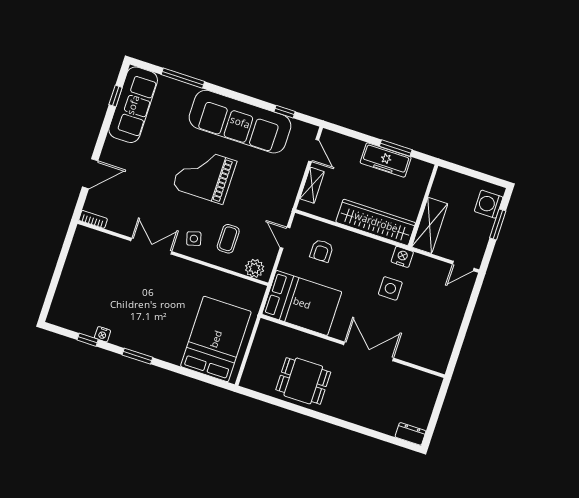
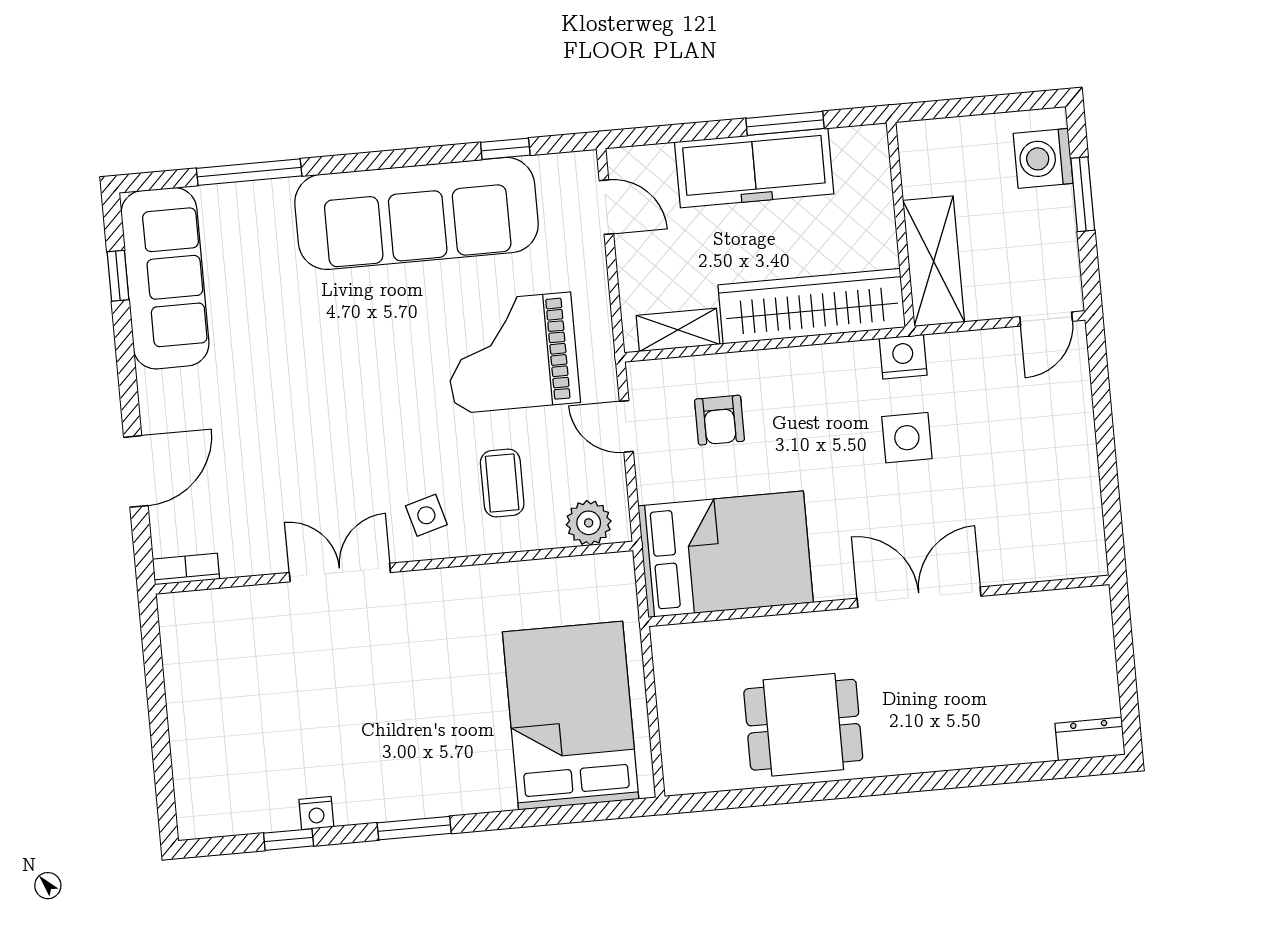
freezer: (386, 160) -> (754, 168), width x1.36, depth x1.26
grand piano: (204, 175) -> (512, 353), moved
shelving: (312, 185) -> (678, 330), moved, turned 90

